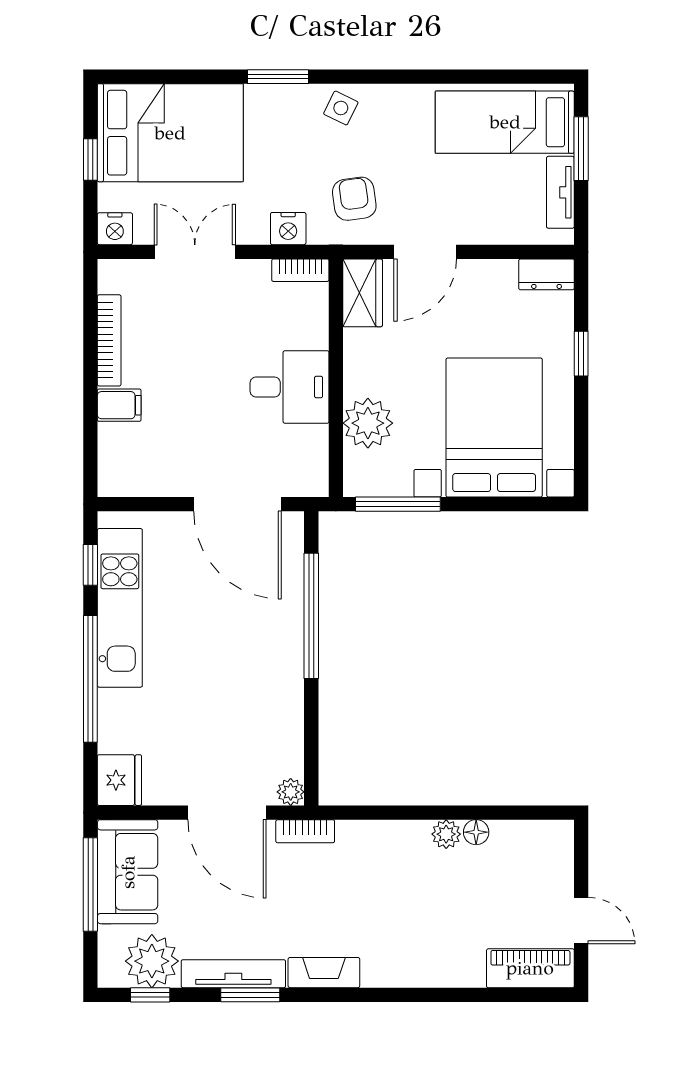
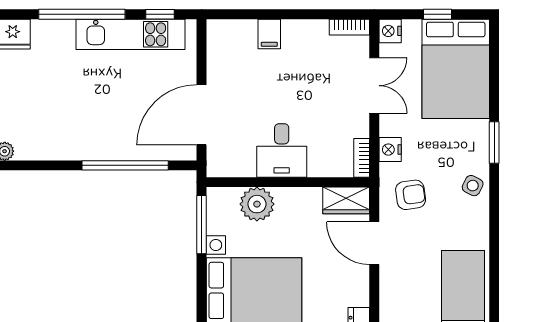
bookcase: (109, 340) -> (349, 27), moved, width x0.64

